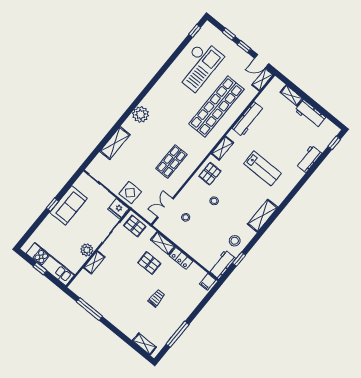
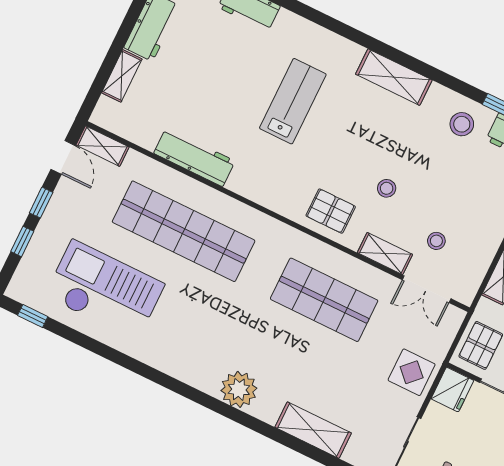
shelving: (222, 148) -> (385, 254), moved
shop shelf: (171, 162) -> (324, 300), width x1.43, depth x1.36

